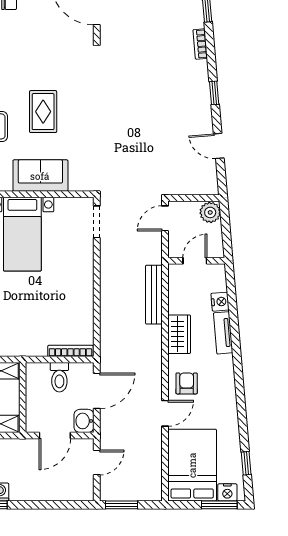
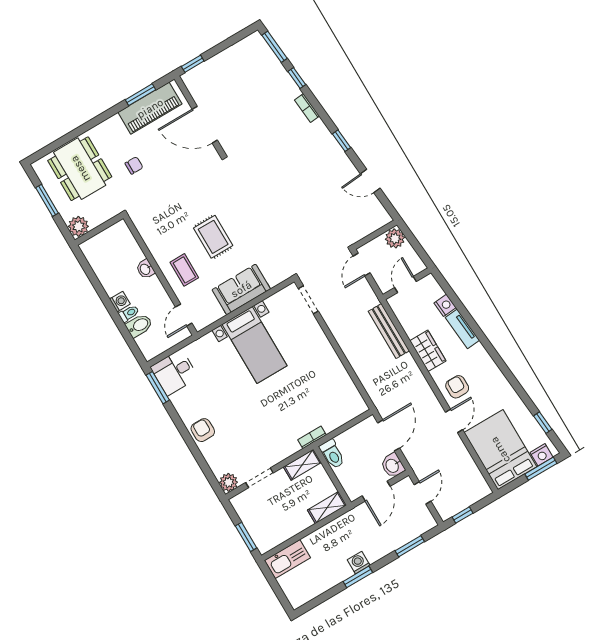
bookcase: (70, 351) -> (312, 437), moved, width x0.64
toilet: (59, 377) -> (332, 454), moved
window: (56, 505) -> (410, 546), added
window: (121, 505) -> (462, 515), width x0.67

